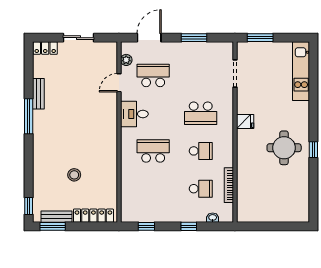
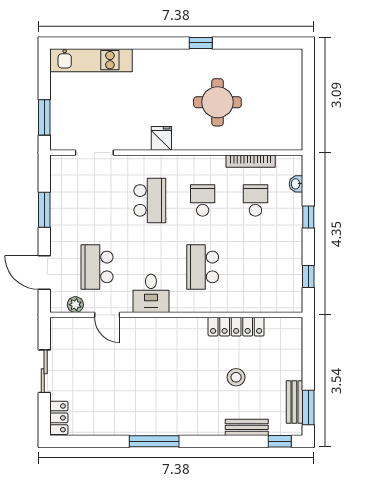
bench: (38, 94) -> (247, 427), moved
round table: (284, 148) -> (217, 102), moved
locker: (93, 216) -> (236, 327), moved, turned -90

